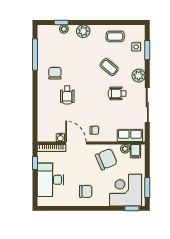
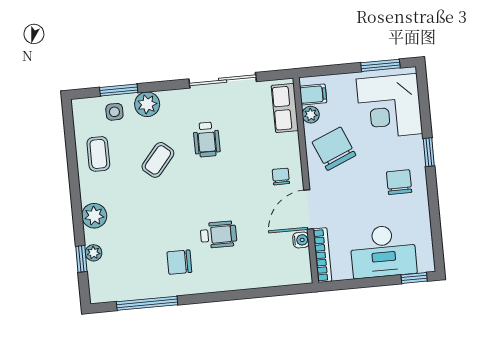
plant: (139, 76) -> (147, 104), moved
window: (35, 163) -> (414, 278), moved
window: (132, 208) -> (429, 152), moved

